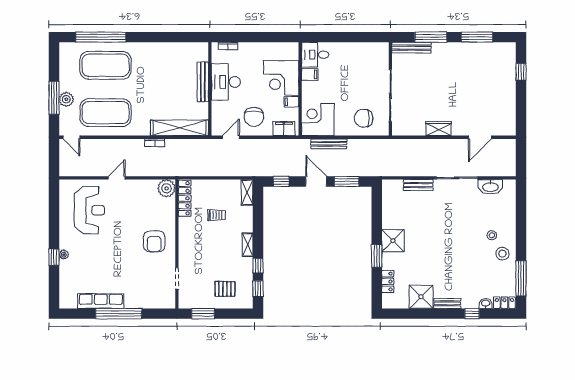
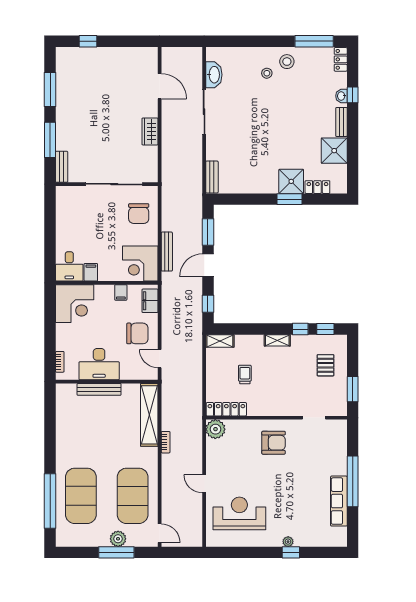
bench: (411, 48) -> (62, 167), width x0.73
corner desk: (281, 78) -> (75, 304), moved
door: (71, 137) -> (160, 533), hinge flipped
bench: (418, 185) -> (212, 177), moved
shower: (393, 241) -> (291, 181), moved
washbasin: (486, 303) -> (341, 96), moved

